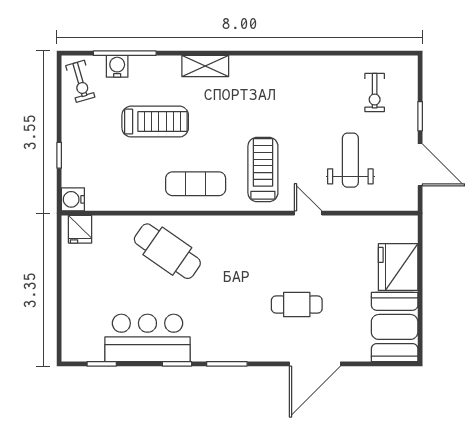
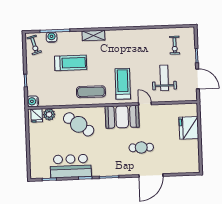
plant: (106, 228) -> (49, 114), added
booth: (395, 327) -> (122, 117), moved, turned 90

